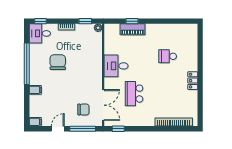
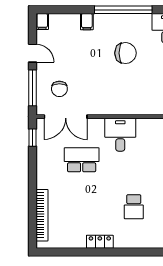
school desk: (168, 56) -> (134, 207), turned 180

